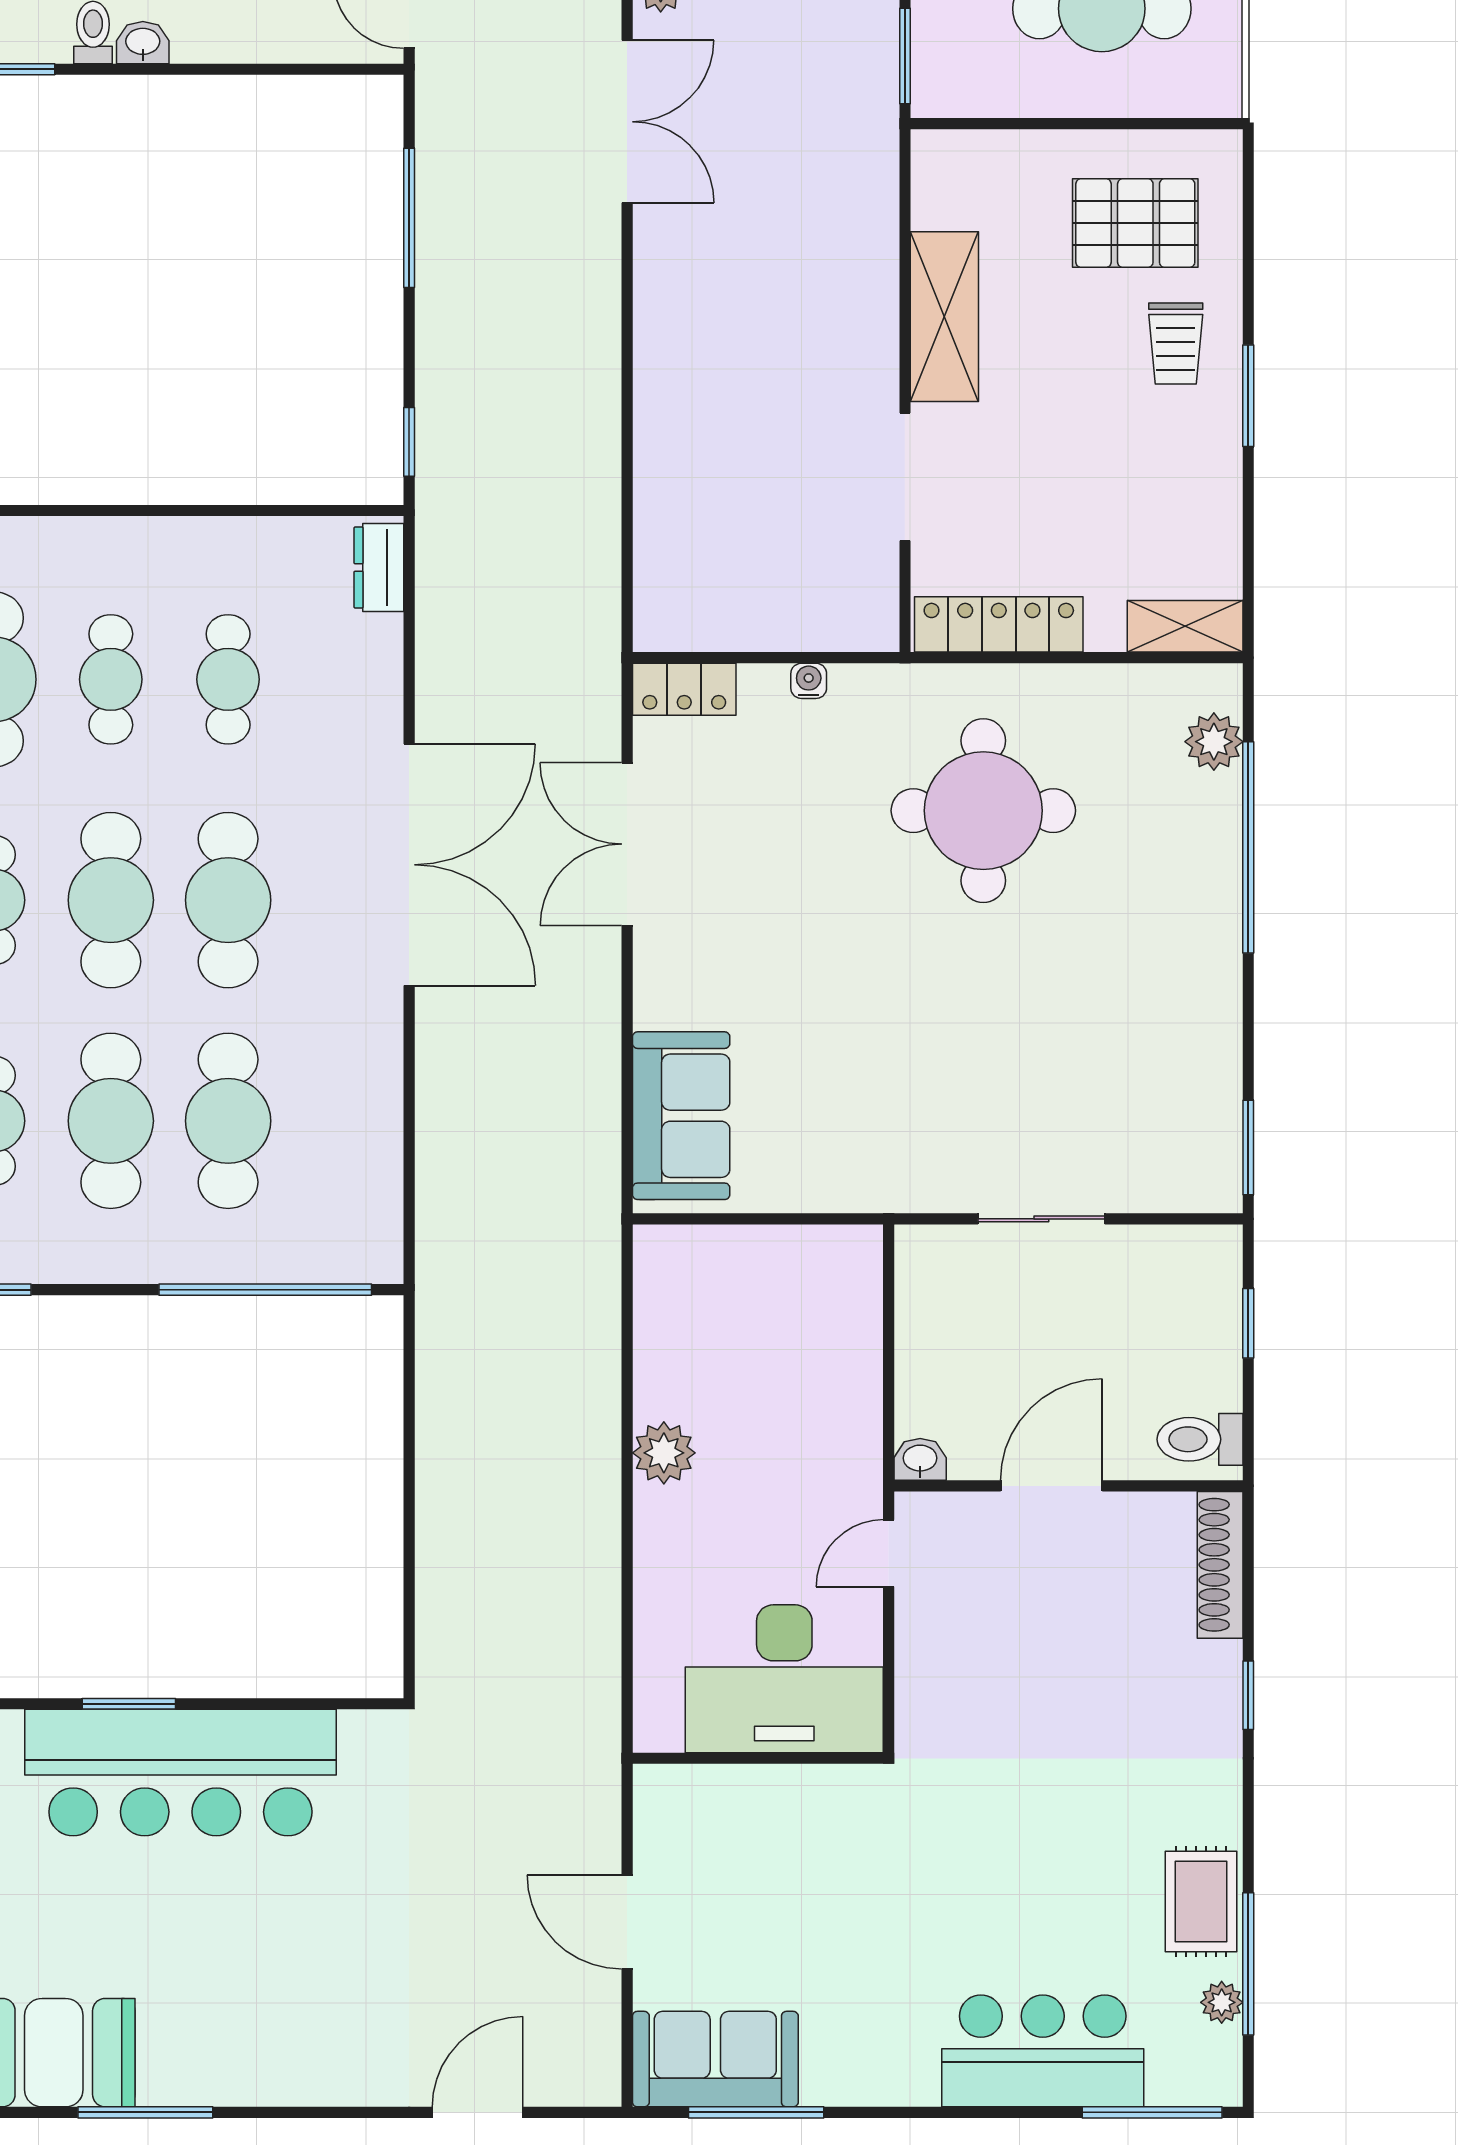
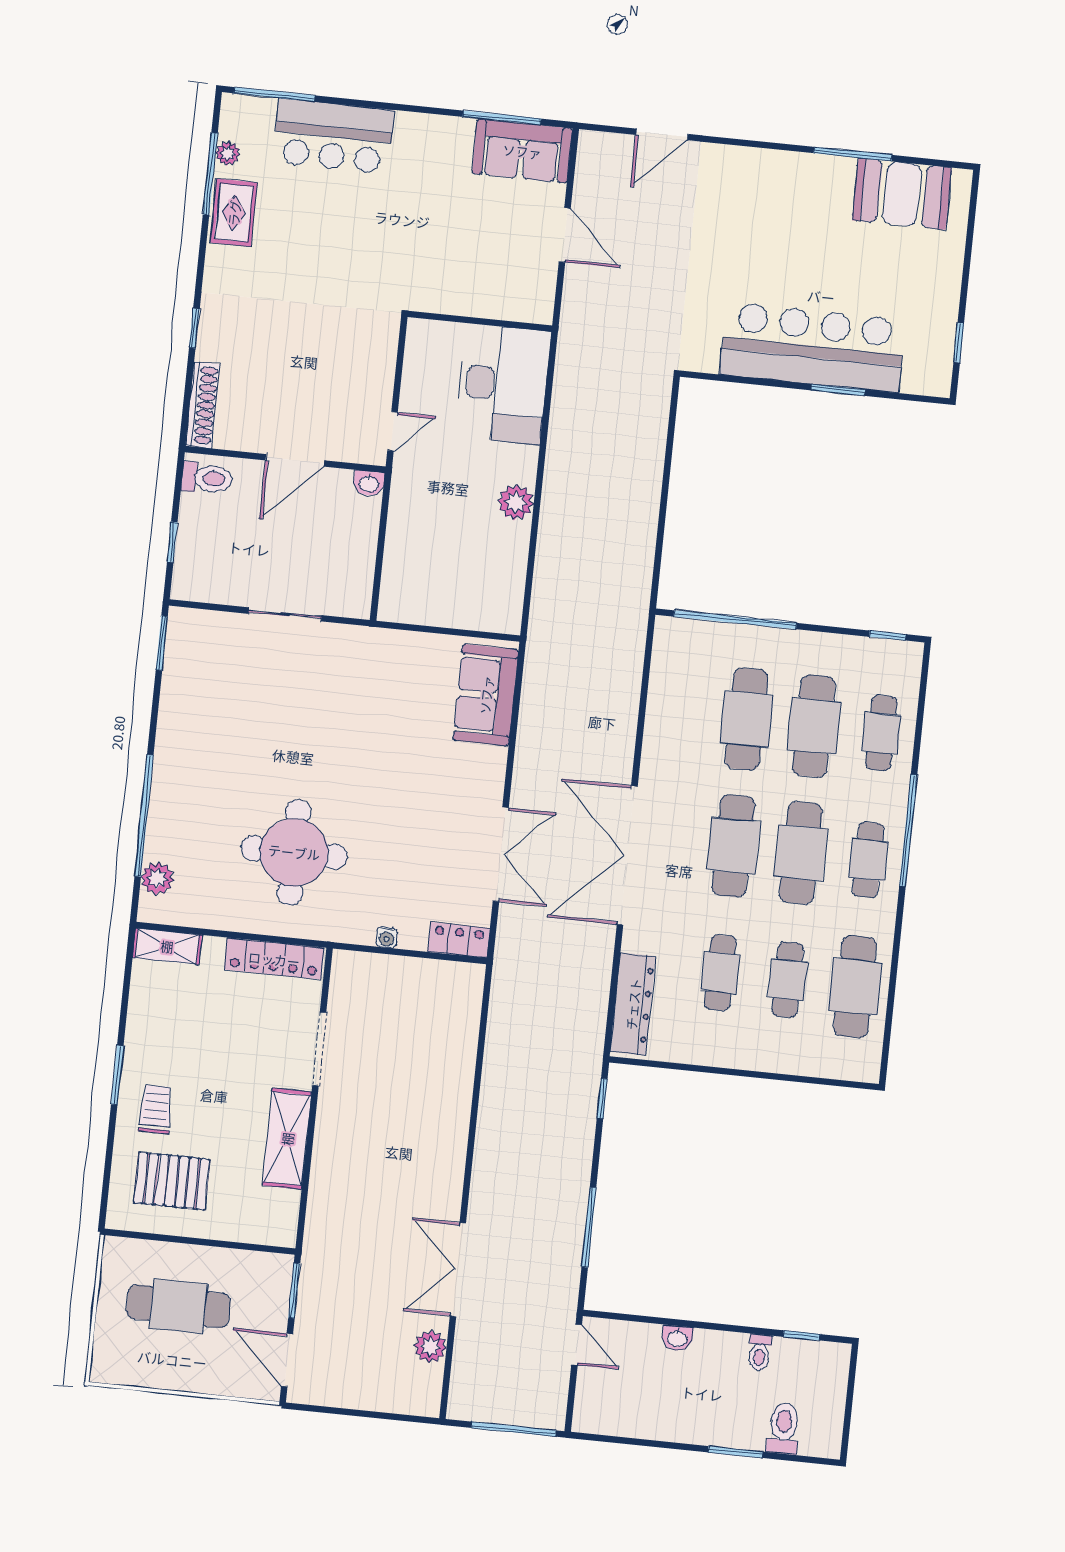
washbasin: (143, 43) -> (677, 1338), moved
dresser: (379, 567) -> (633, 1004), width x1.96, depth x1.24
desk: (784, 1679) -> (503, 384), moved, turned 90

